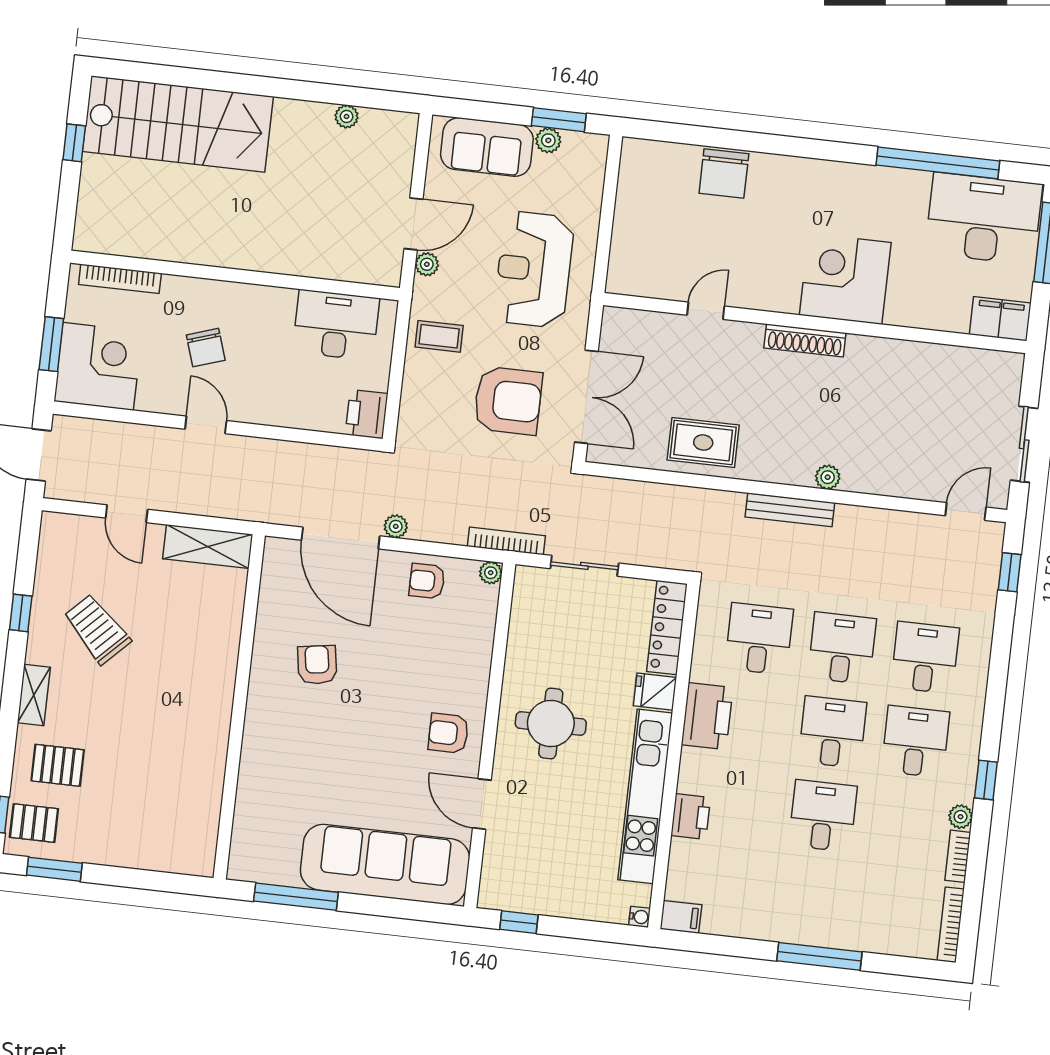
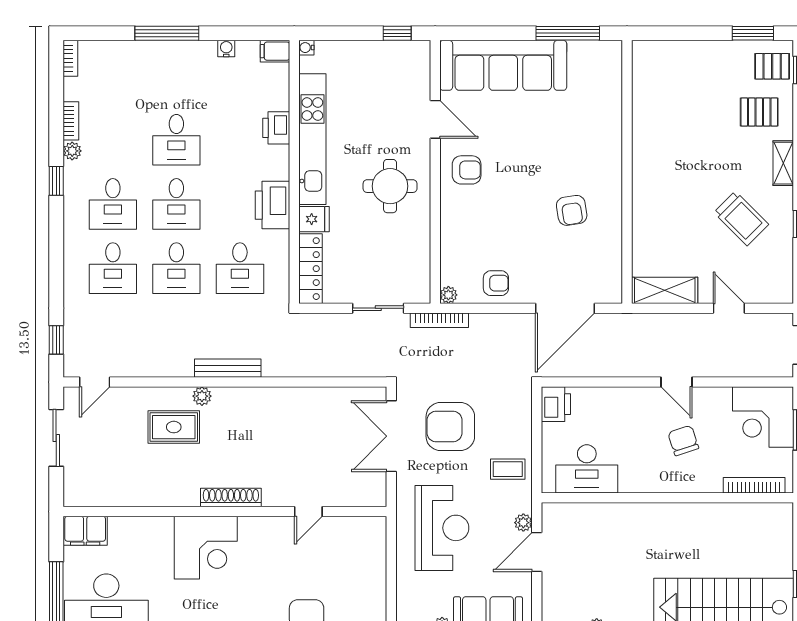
rug: (703, 442) -> (174, 427), moved
plant: (396, 526) -> (524, 322), removed
door: (341, 538) -> (565, 308), swing flipped
bookcase: (951, 925) -> (70, 58), width x0.64
water cooler: (744, 928) -> (226, 49), added

